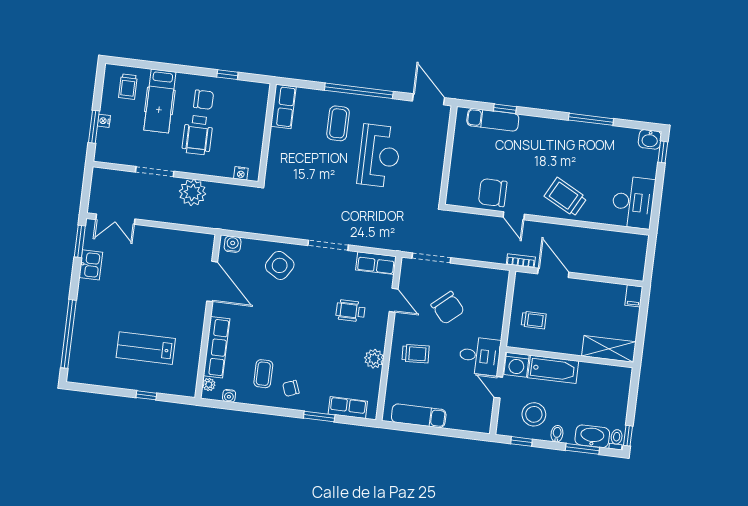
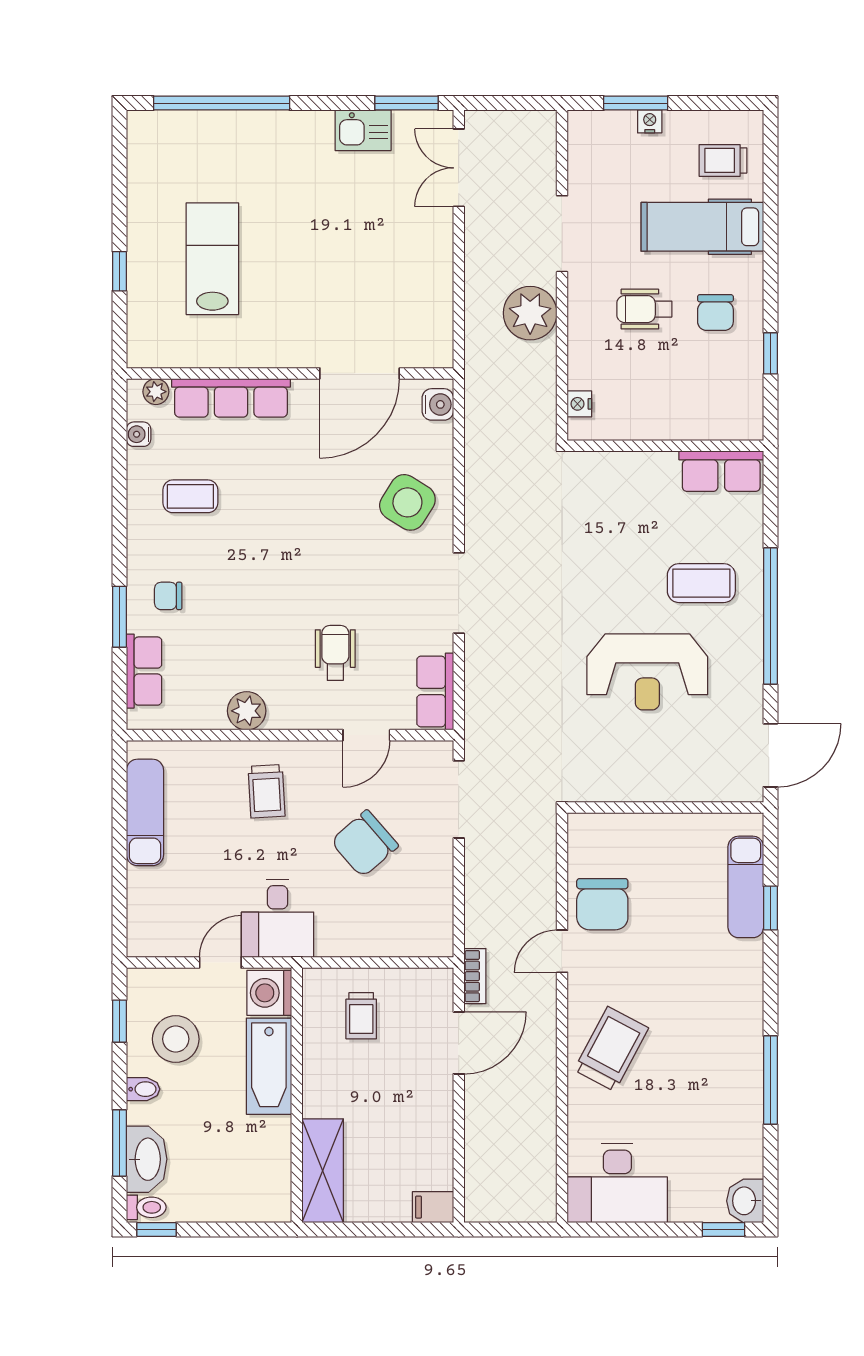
wheelchair: (197, 135) -> (644, 309), width x0.73, depth x0.73
chair: (493, 193) -> (602, 904), turned 180
chair: (291, 388) -> (168, 596), moved, turned -69

